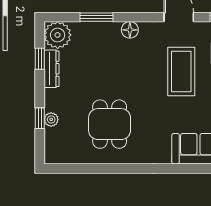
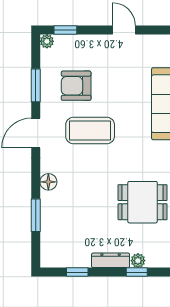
plant: (58, 35) -> (54, 254), removed
dresser: (51, 69) -> (111, 260), moved

